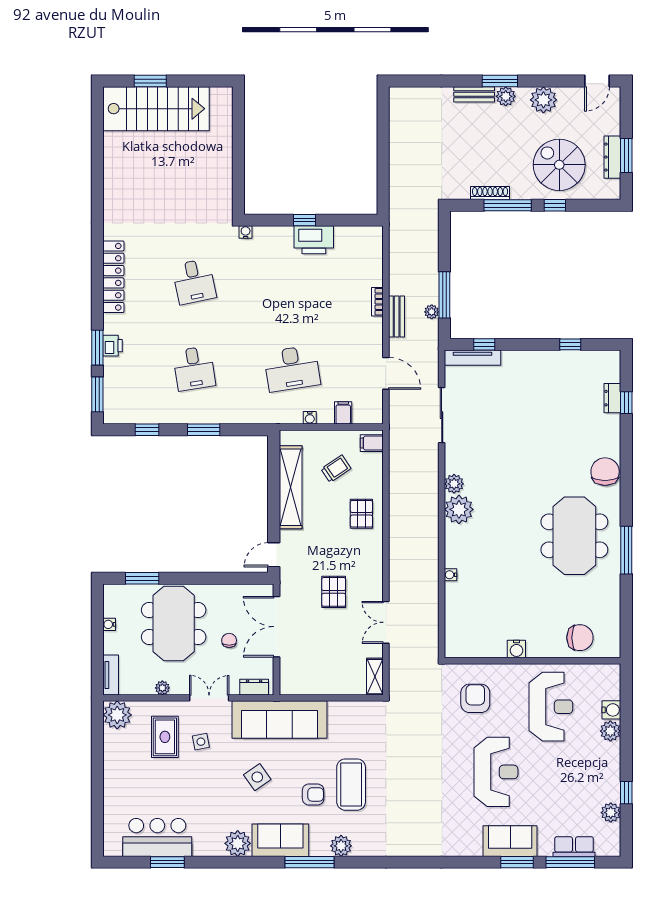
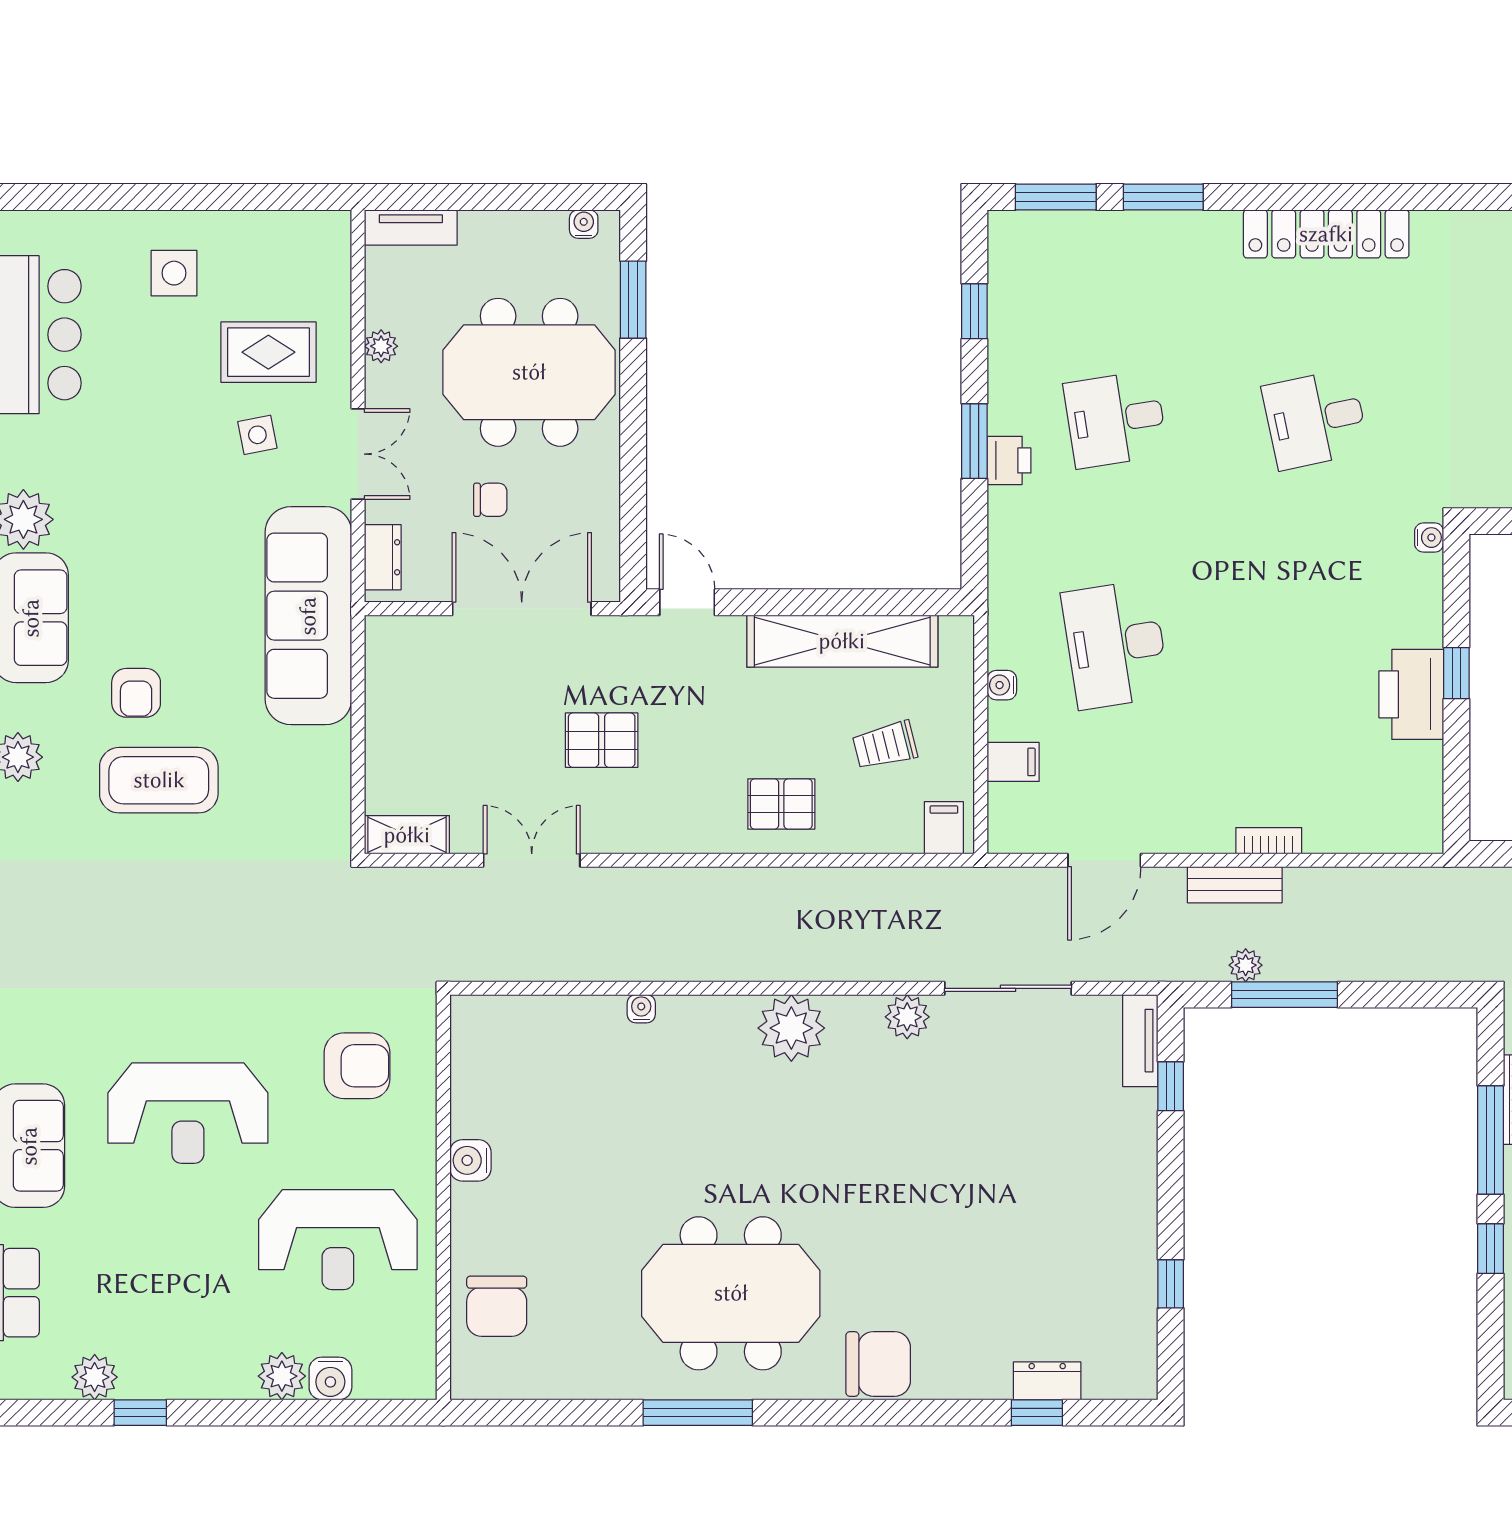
printer: (113, 346) -> (1009, 460), moved, turned -90
tv unit: (473, 358) -> (1140, 1041), width x0.71
trolley: (336, 469) -> (885, 745), turned 110
plant: (454, 484) -> (907, 1017), moved
water cooler: (109, 624) -> (584, 224), moved
plant: (117, 715) -> (319, 243), removed
side table: (257, 777) -> (174, 273), moved, turned 35

